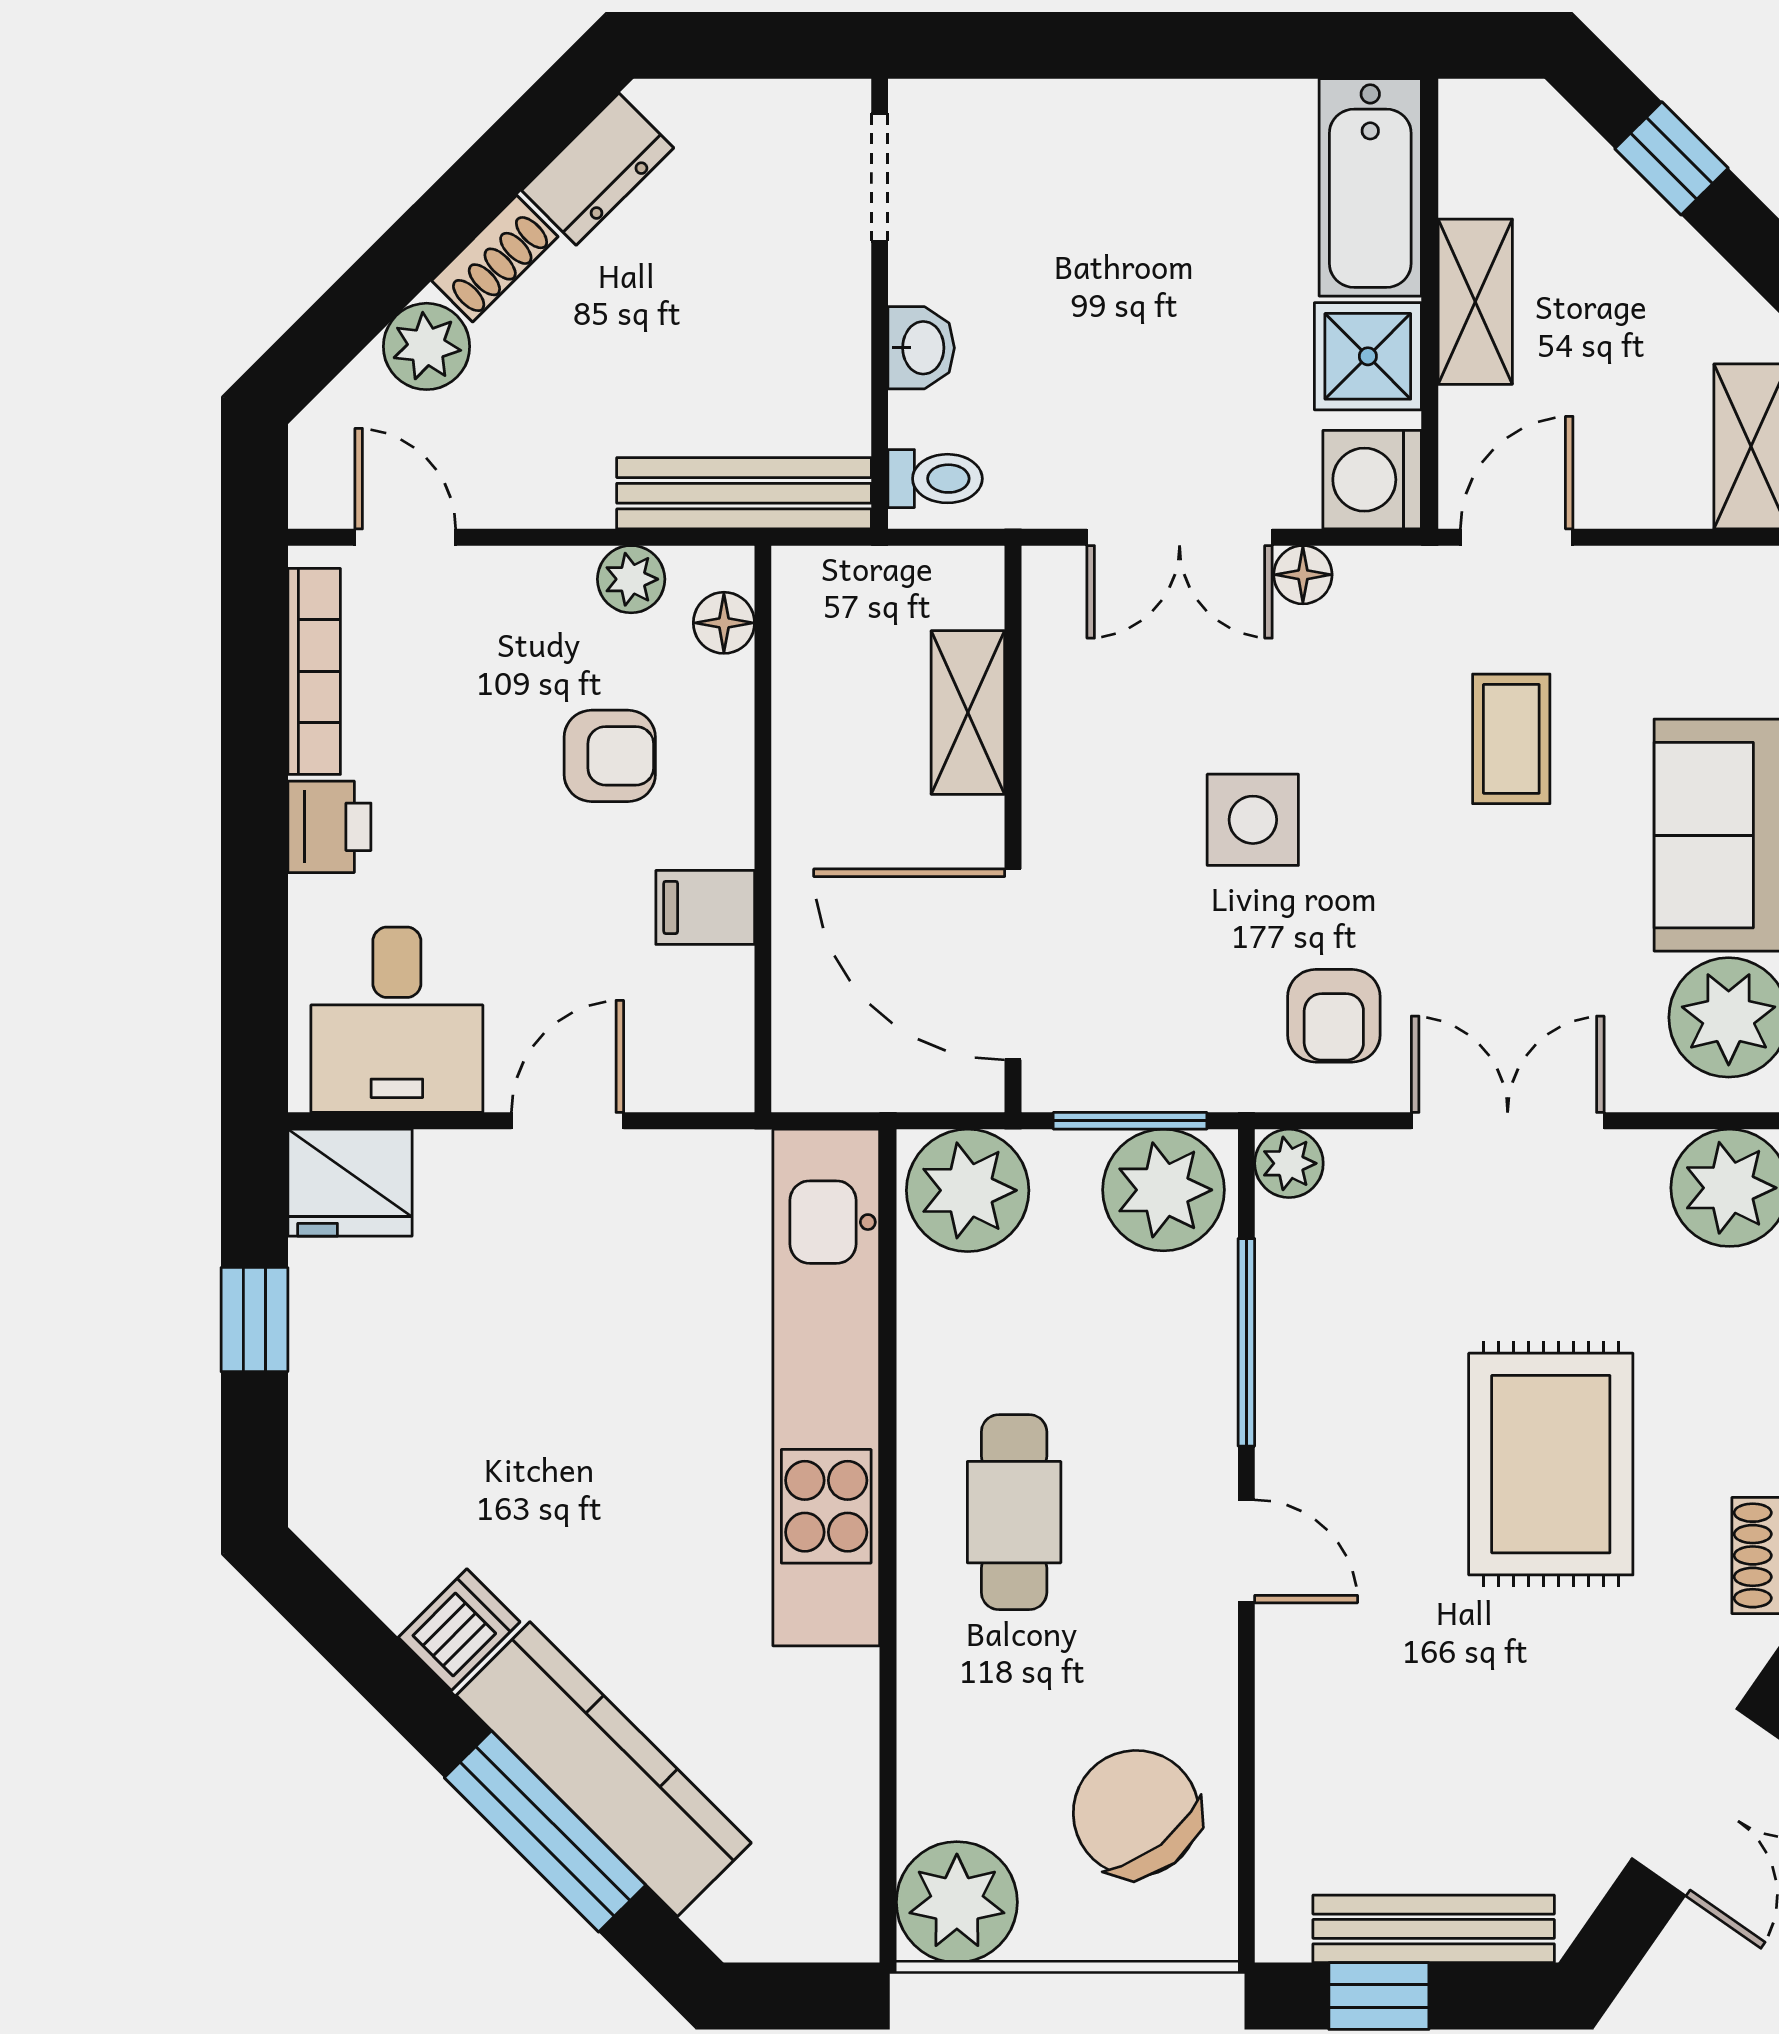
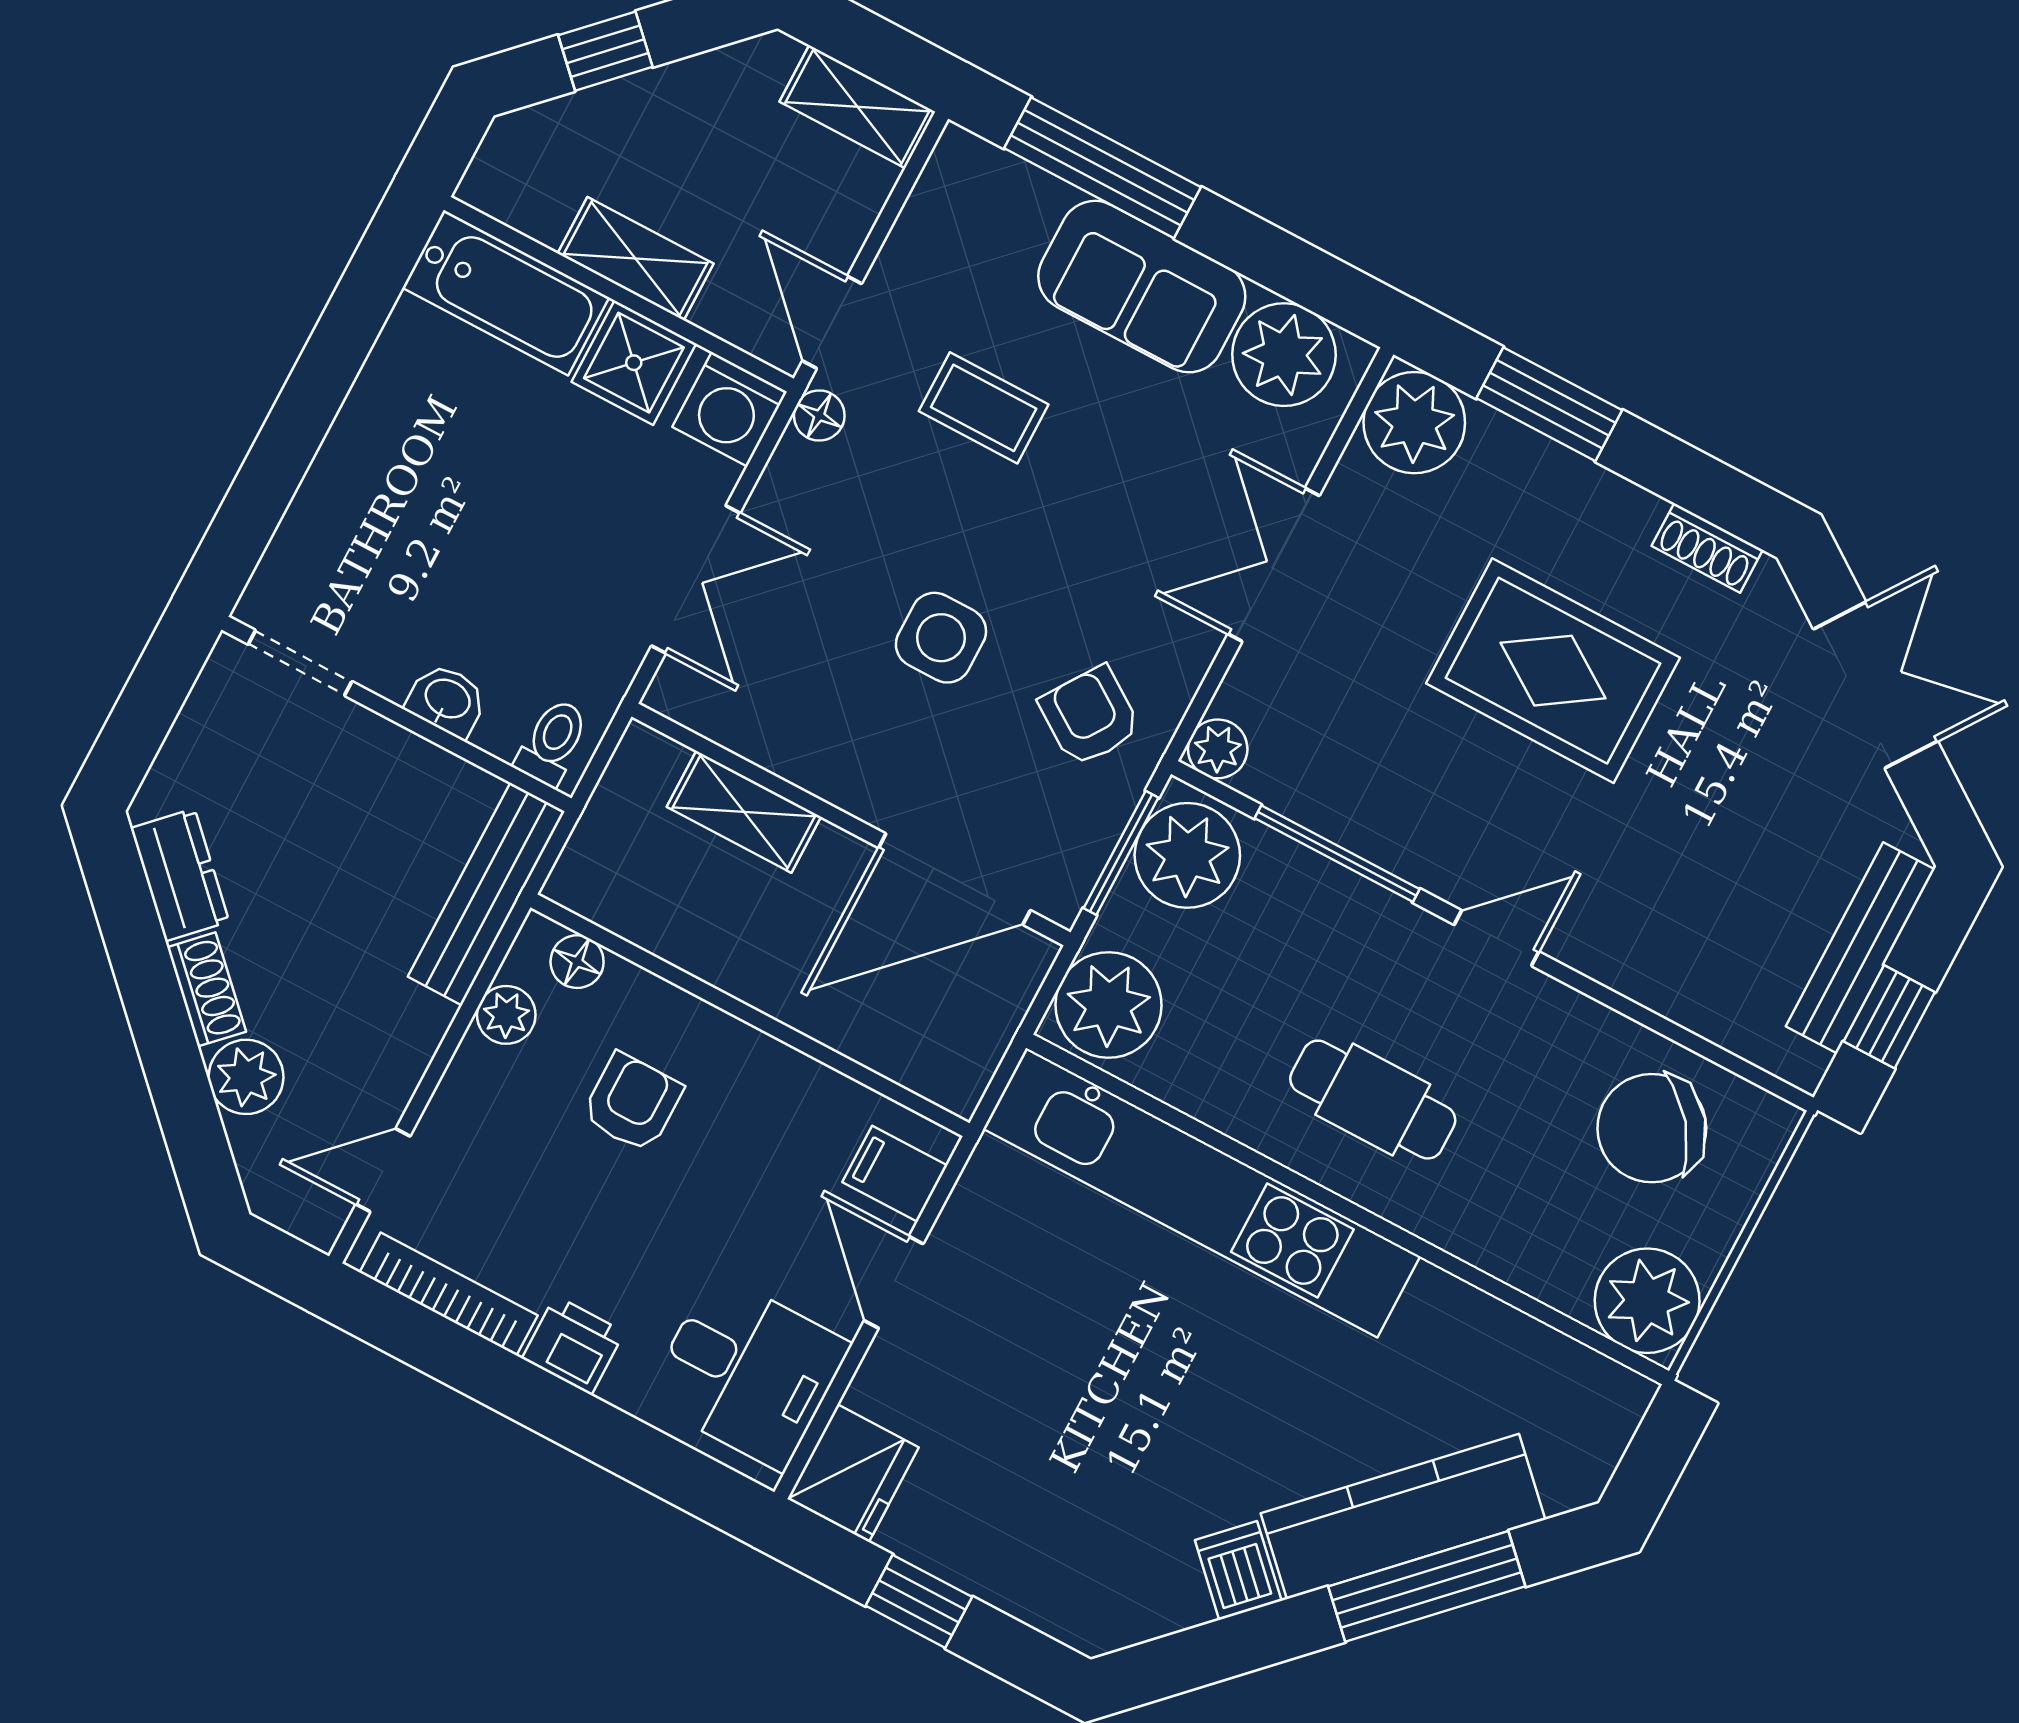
floor lamp: (1303, 575) -> (819, 416), moved
filing cabinet: (705, 907) -> (895, 1174), moved, turned 90
armchair: (1334, 1016) -> (1090, 716), moved, turned -146

